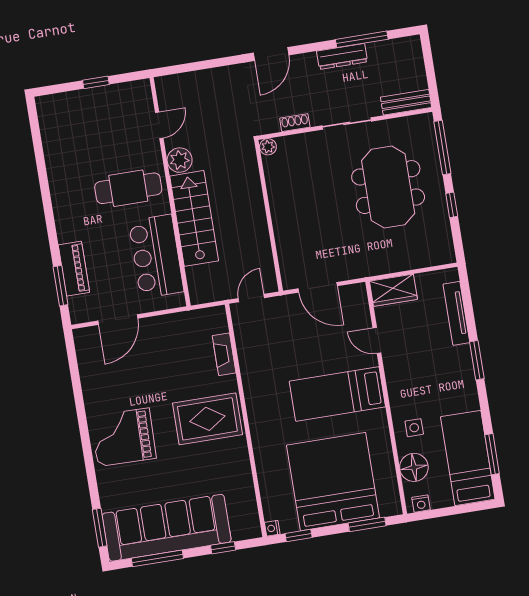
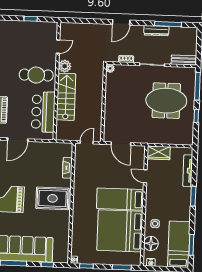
meeting table: (388, 187) -> (166, 101), turned 90
bed: (333, 482) -> (120, 231), moved, turned -90

